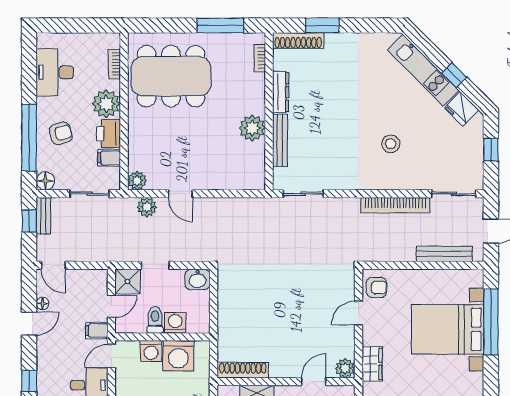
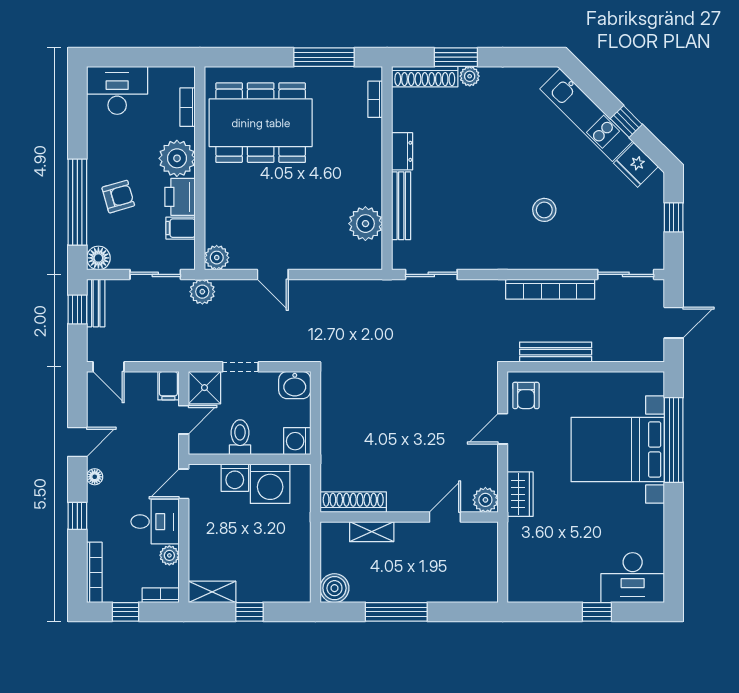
plant: (333, 40) -> (470, 76), added
desk: (55, 72) -> (117, 90), moved, turned 90
dresser: (281, 92) -> (402, 151), width x0.70
plant: (252, 128) -> (365, 224), moved
plant: (147, 207) -> (202, 292), moved
bench: (444, 254) -> (556, 352), moved
armchair: (376, 287) -> (526, 395), turned 90
floor lamp: (42, 303) -> (95, 477), moved
washing machine: (175, 323) -> (297, 441), moved, turned -90
filing cabinet: (97, 331) -> (168, 386), moved, turned -90

